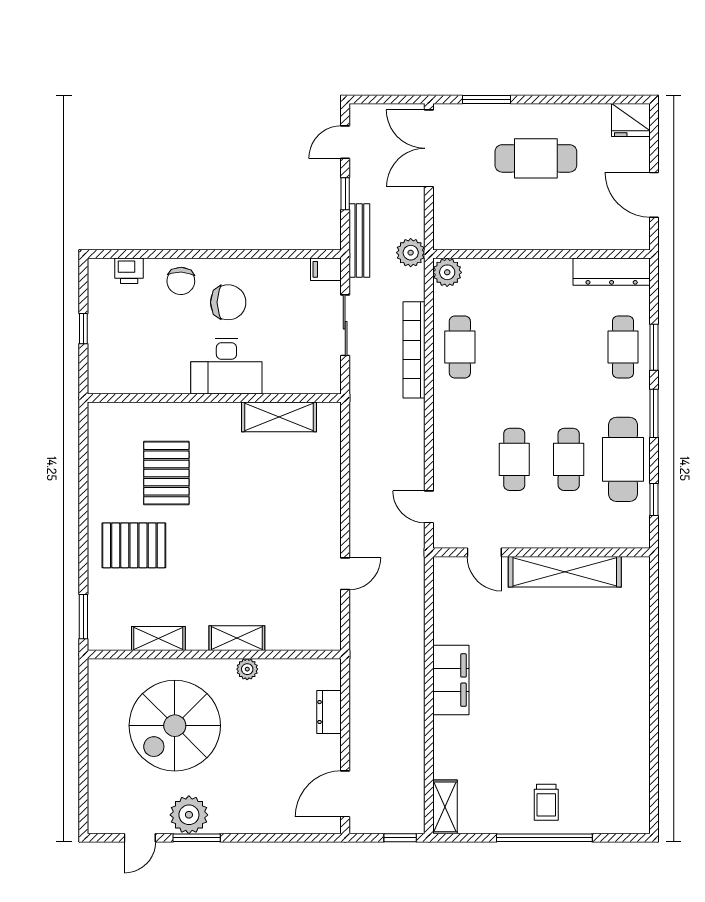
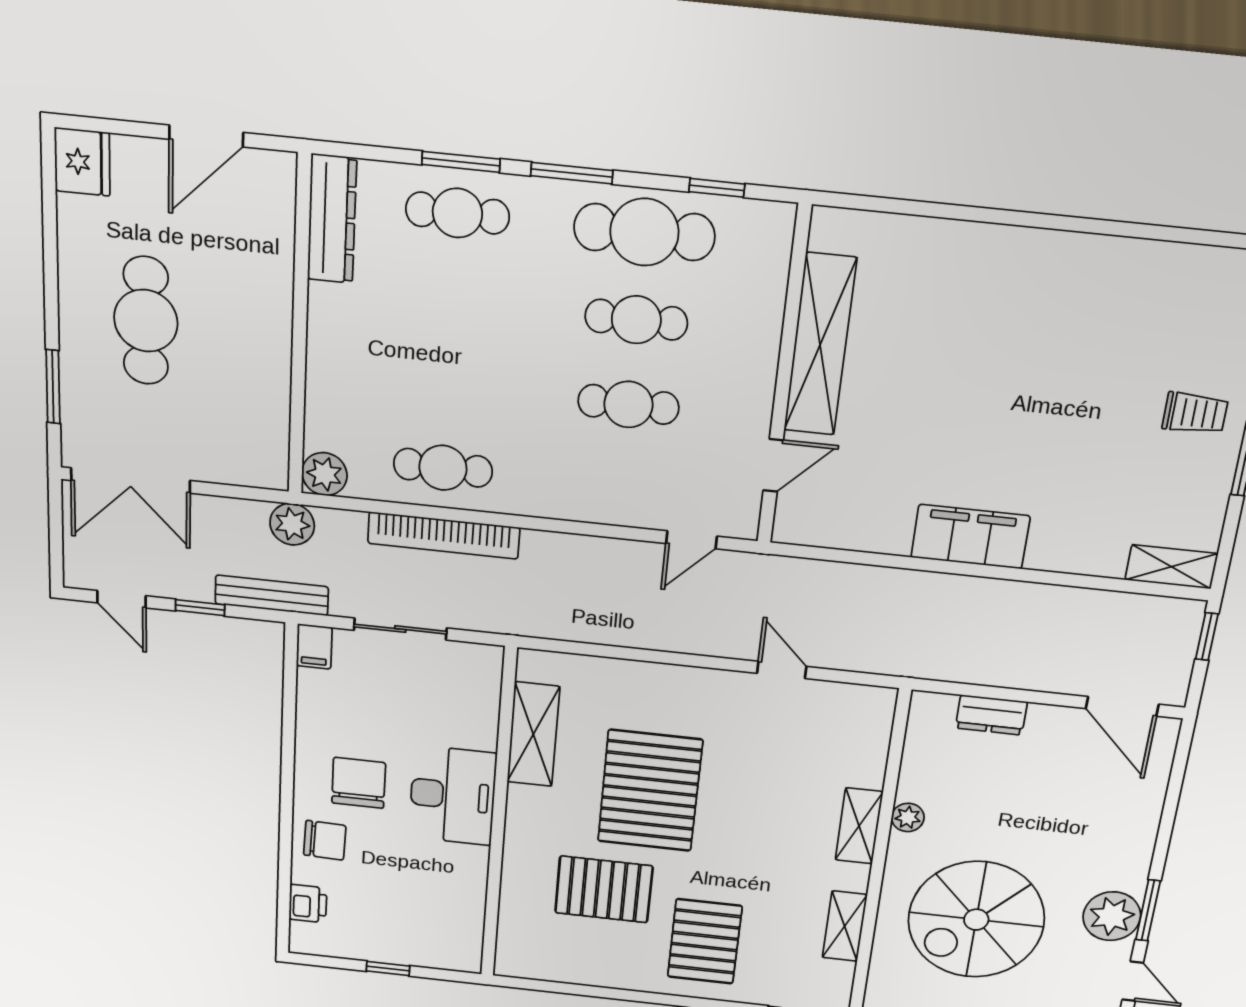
pallet: (246, 497) -> (650, 791), added
spiral stairs: (175, 726) -> (976, 920), turned 90

